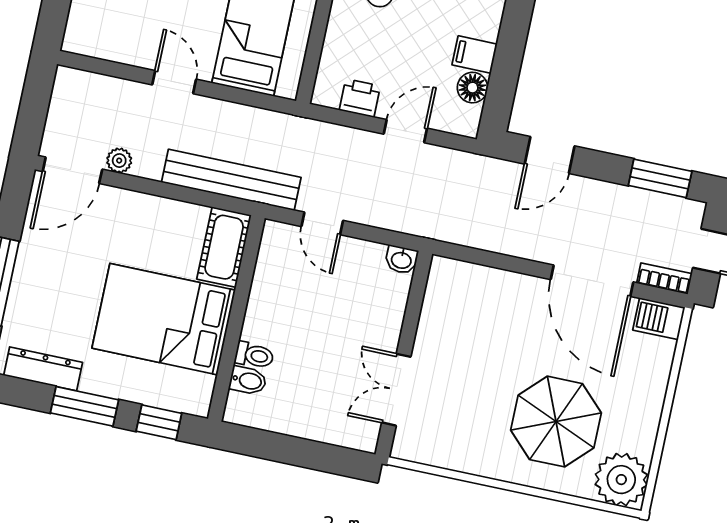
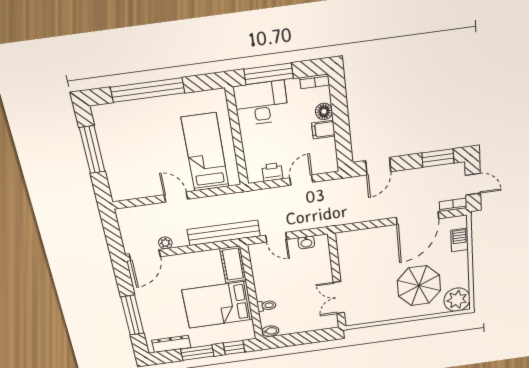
floor lamp: (472, 88) -> (324, 111), moved
washbasin: (401, 260) -> (306, 242), moved
door: (592, 281) -> (418, 218), hinge flipped
barbecue: (659, 319) -> (460, 240), moved, turned 90
bidet: (248, 381) -> (270, 331), moved

